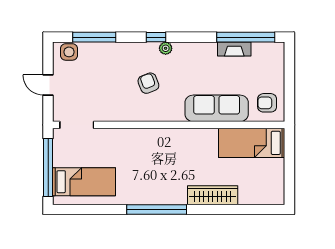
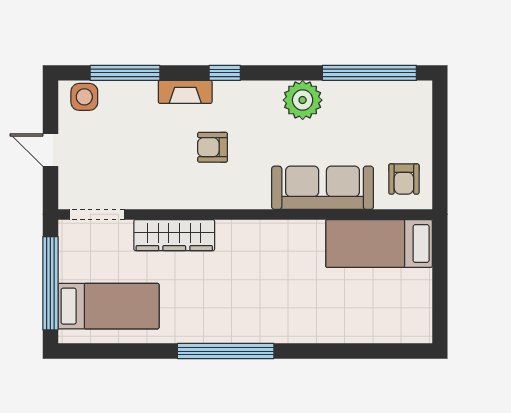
plant: (166, 48) -> (303, 100), moved, width x1.87, depth x1.87
fireplace: (234, 49) -> (185, 92), moved
armchair: (148, 83) -> (212, 147), turned -69
armchair: (267, 103) -> (404, 179), turned -90
wardrobe: (213, 195) -> (174, 235), moved, turned 180

